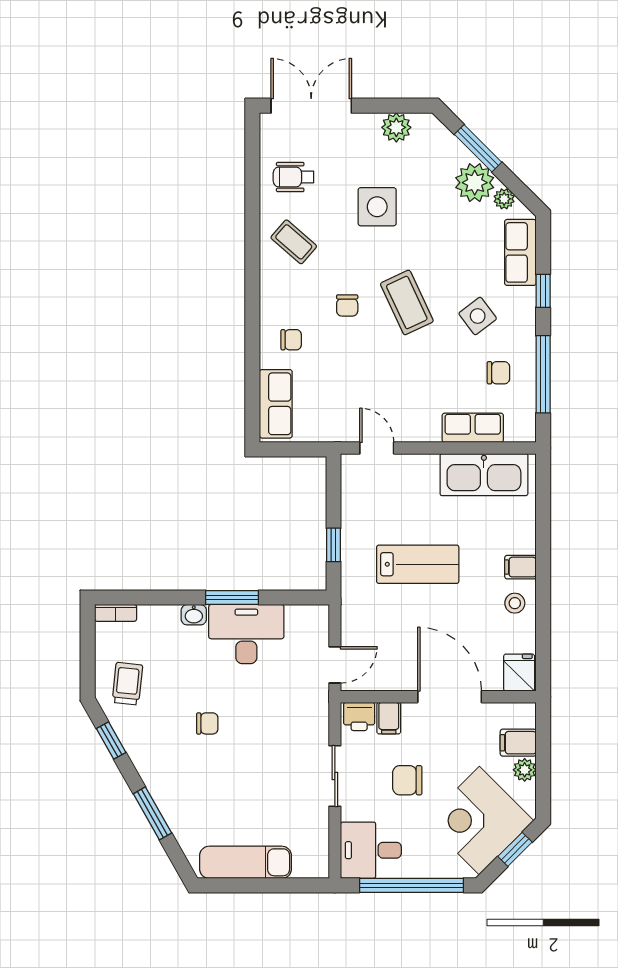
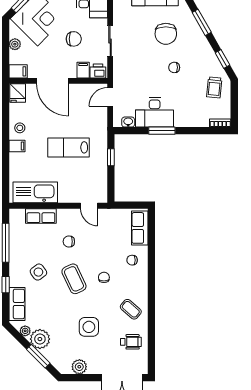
chair: (498, 373) -> (69, 242), moved
washbasin: (194, 615) -> (128, 122), moved
filing cabinet: (518, 743) -> (18, 71), moved
chair: (224, 791) -> (166, 34), added

